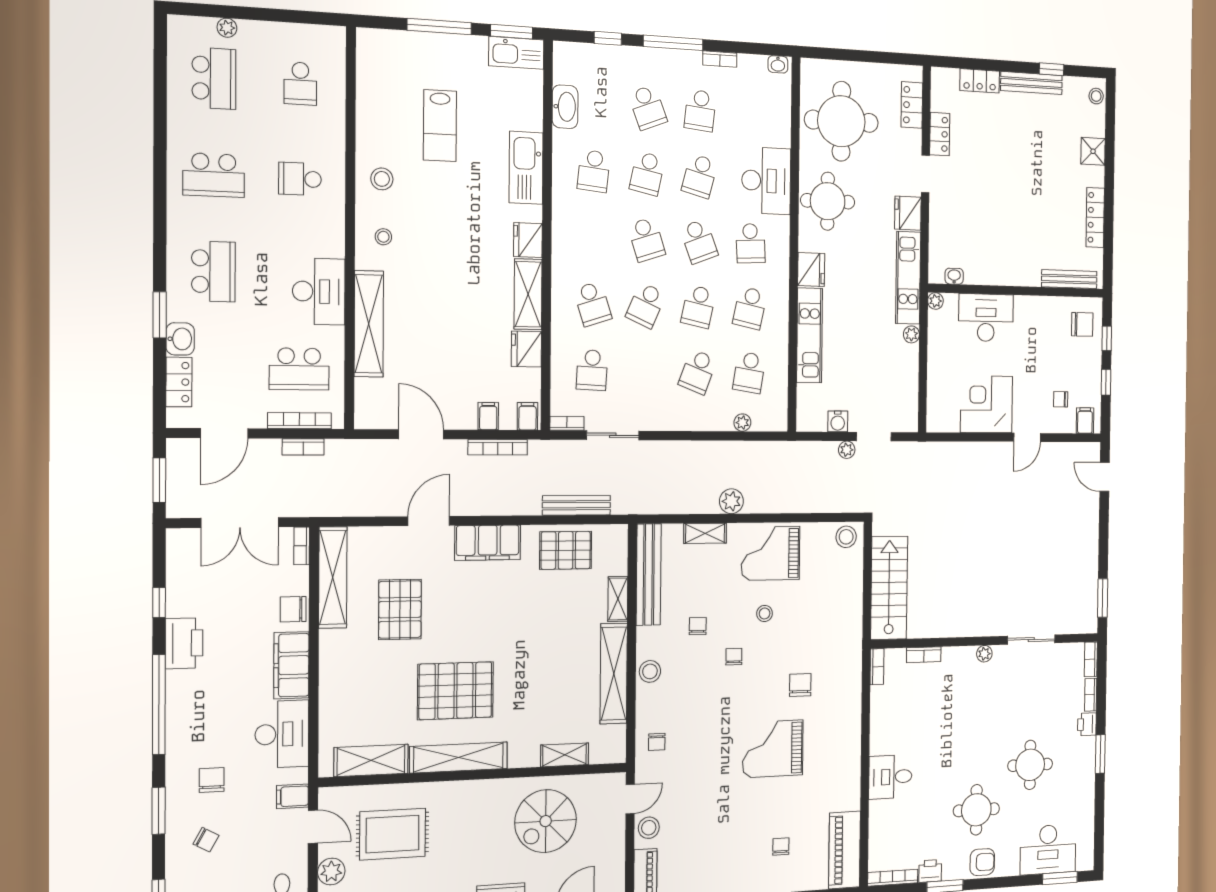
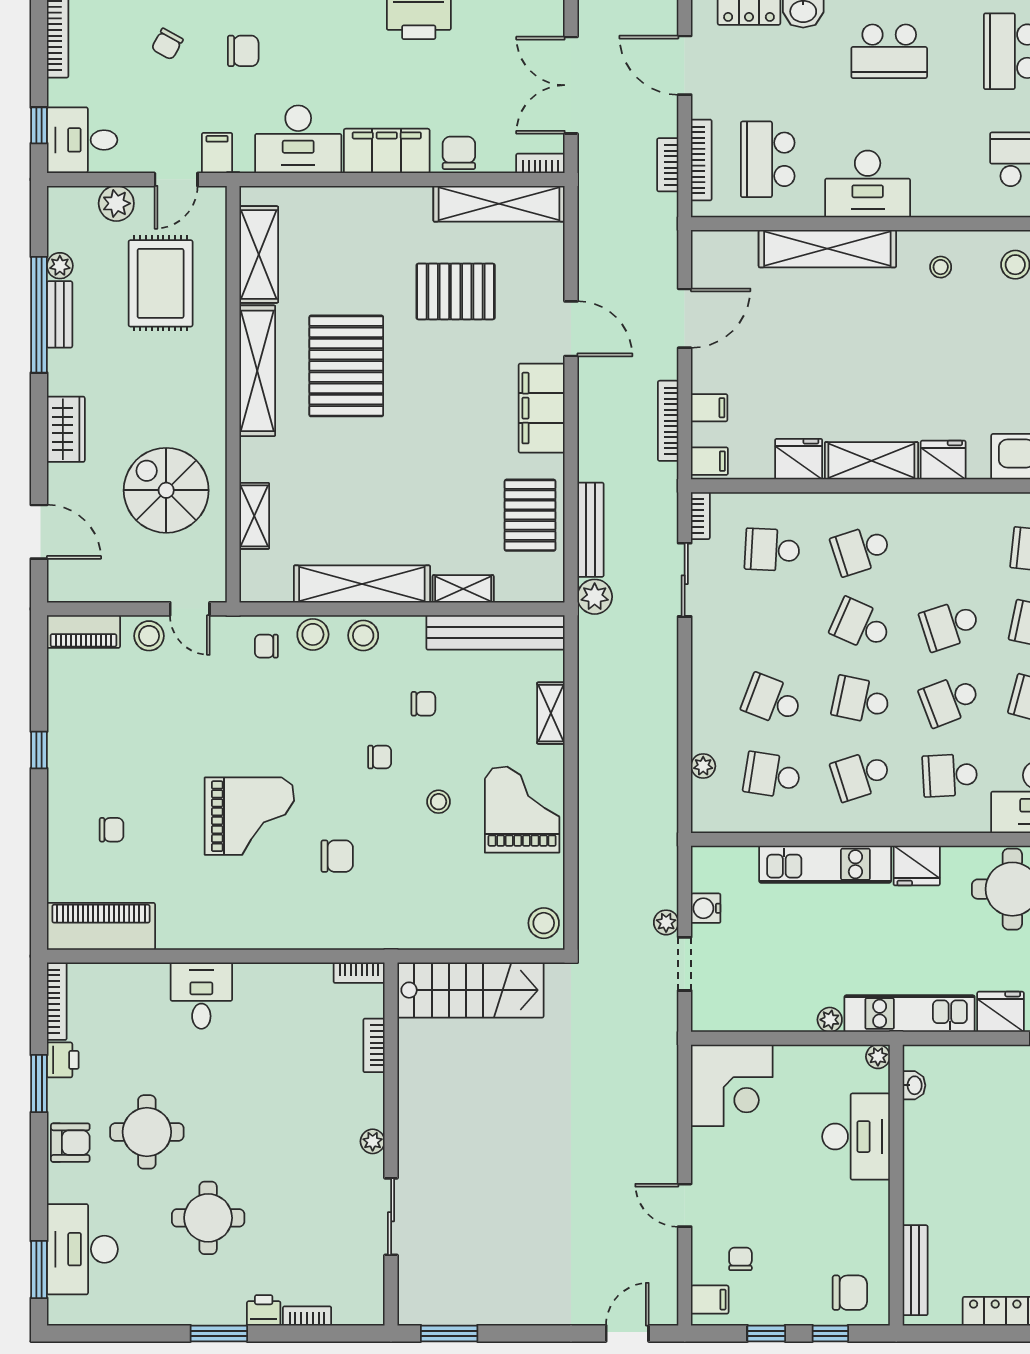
school desk: (750, 308) -> (861, 775), turned -30
chair: (1082, 324) -> (850, 1293), turned -90
corner desk: (986, 404) -> (732, 1085), moved, turned 90
plant: (731, 501) -> (595, 597), moved
bookcase: (1091, 659) -> (359, 1315), removed
stool: (649, 708) -> (313, 634), added
grand piano: (773, 749) -> (249, 816), turned 90
armchair: (982, 862) -> (70, 1143), turned -90

